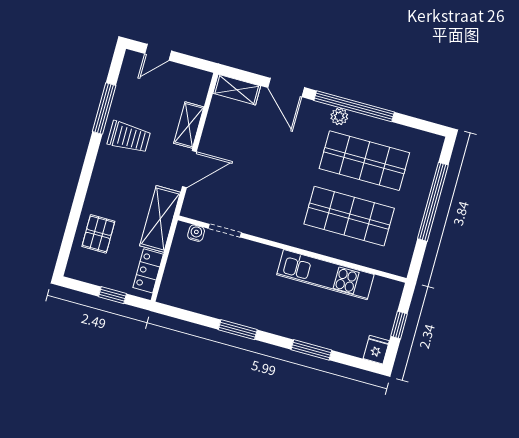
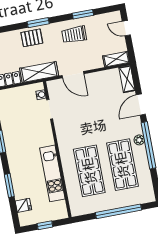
window: (104, 108) -> (83, 14), width x0.69
shelving: (189, 125) -> (116, 59), moved
trolley: (129, 137) -> (74, 35), turned 91
window: (84, 183) -> (38, 23), added
pallet: (98, 234) -> (32, 38), moved
fridge: (376, 350) -> (23, 205), moved

